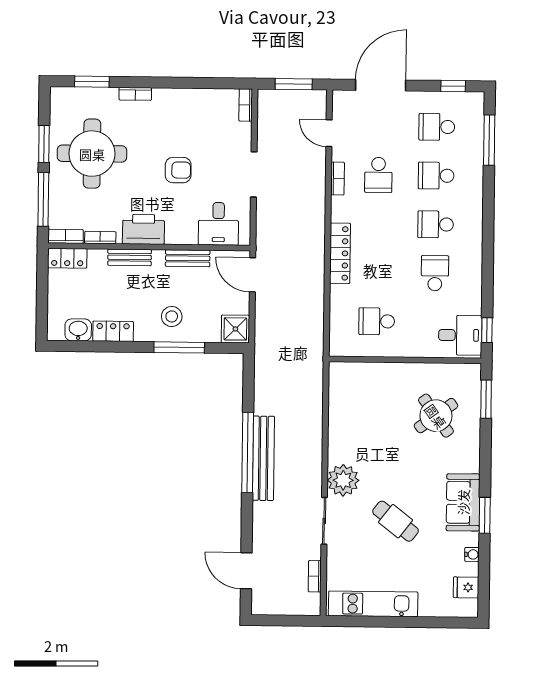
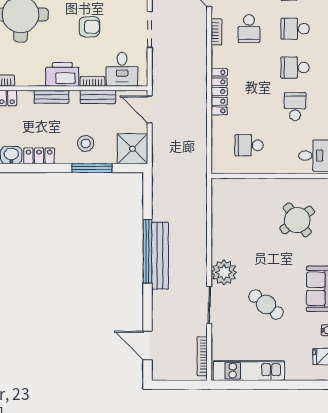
bookcase: (100, 238) -> (93, 81), moved
shower: (235, 329) -> (133, 149), width x1.36, depth x1.36
bookcase: (315, 576) -> (202, 356), width x1.56

